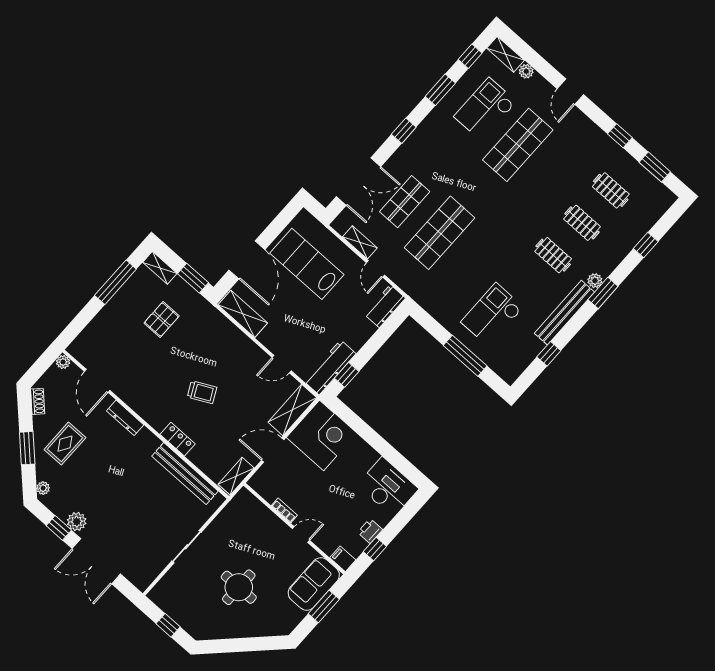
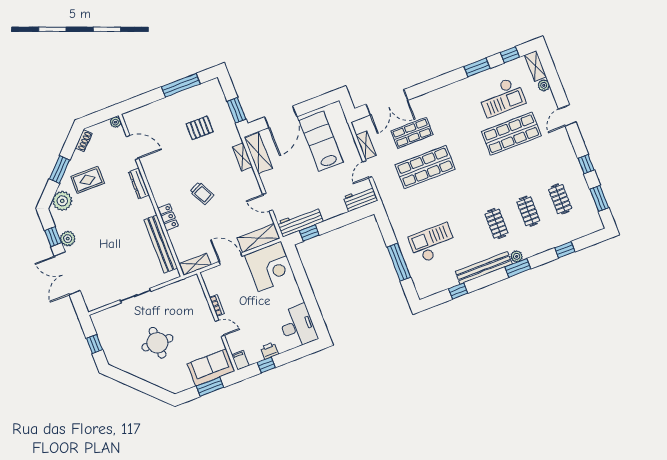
checkout: (485, 109) -> (501, 97), turned 180
window: (404, 131) -> (437, 83), removed
shelving: (160, 268) -> (242, 157), moved
door: (97, 381) -> (133, 148), swing flipped
plant: (43, 488) -> (62, 201), width x1.87, depth x1.87

